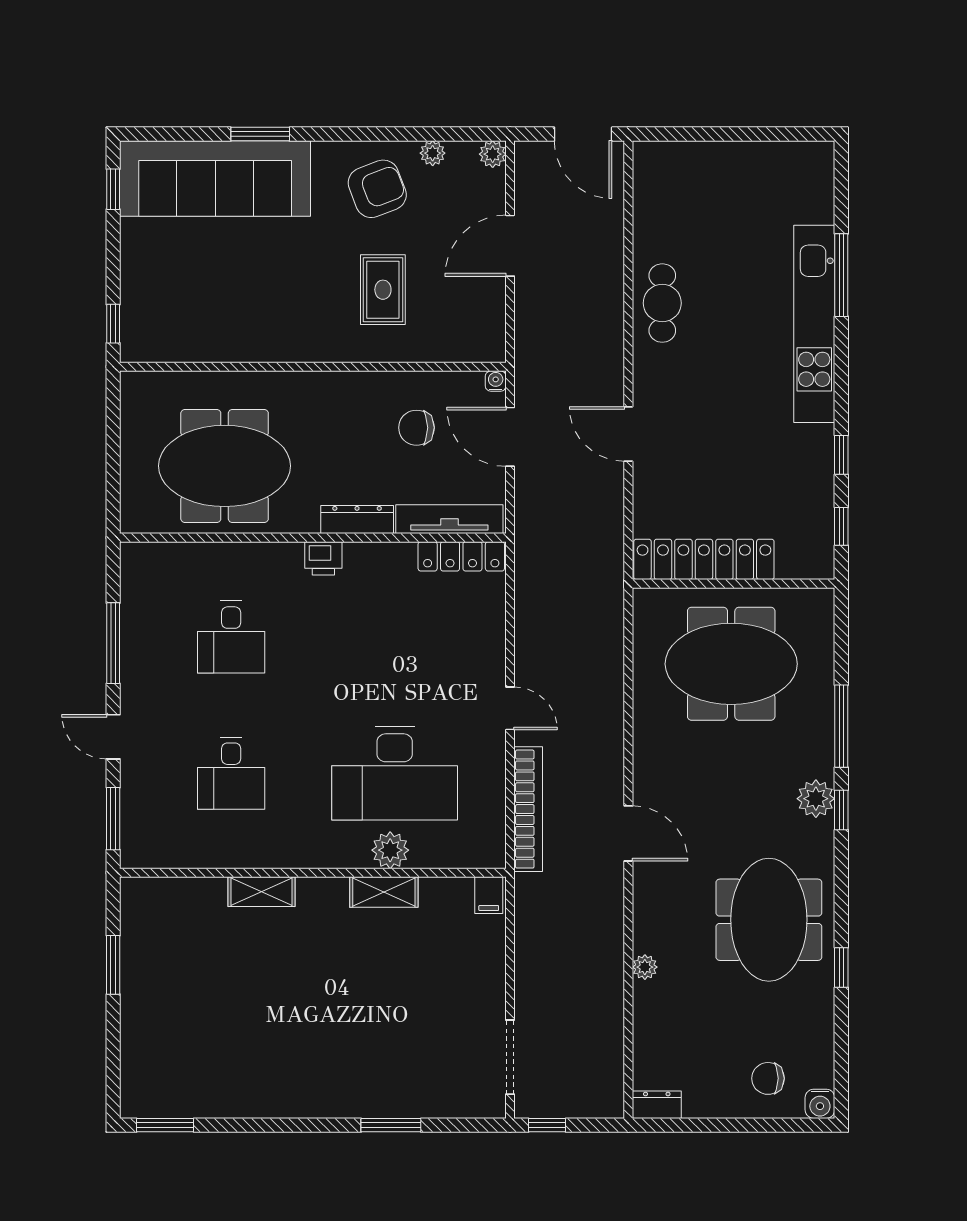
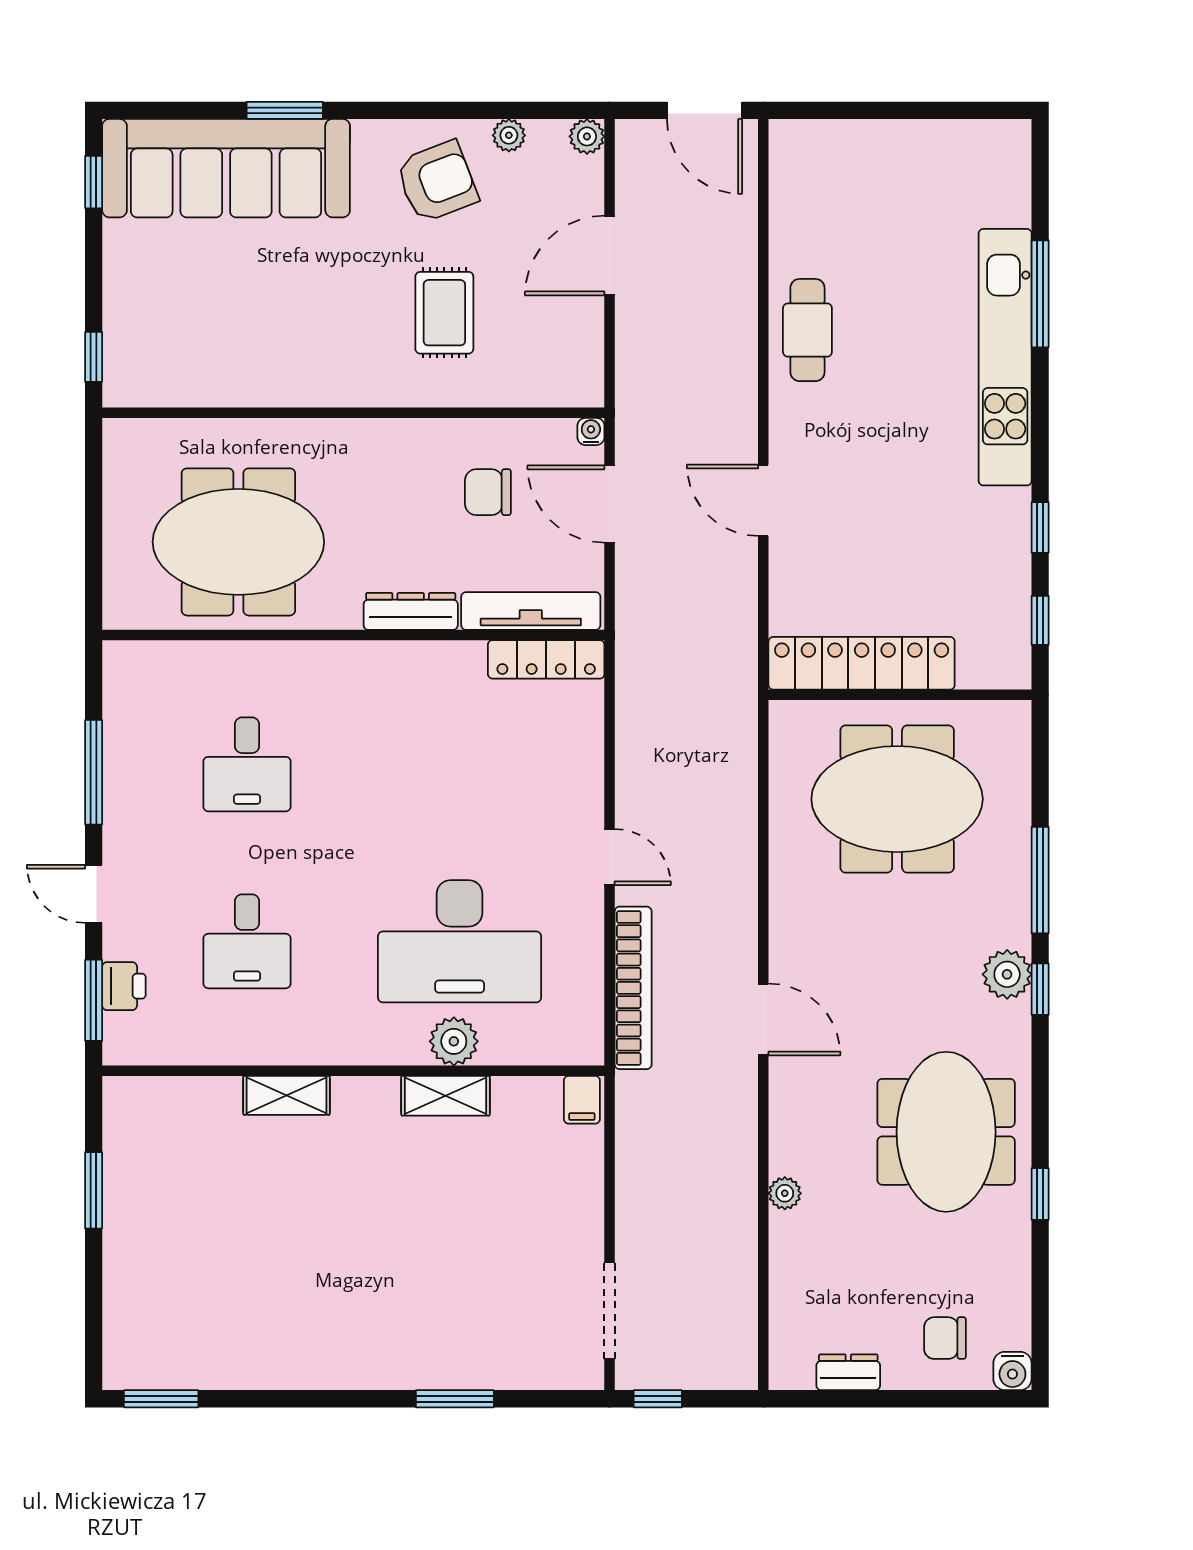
printer: (323, 558) -> (124, 986), moved, turned -90
dresser: (657, 1105) -> (848, 1372), moved

